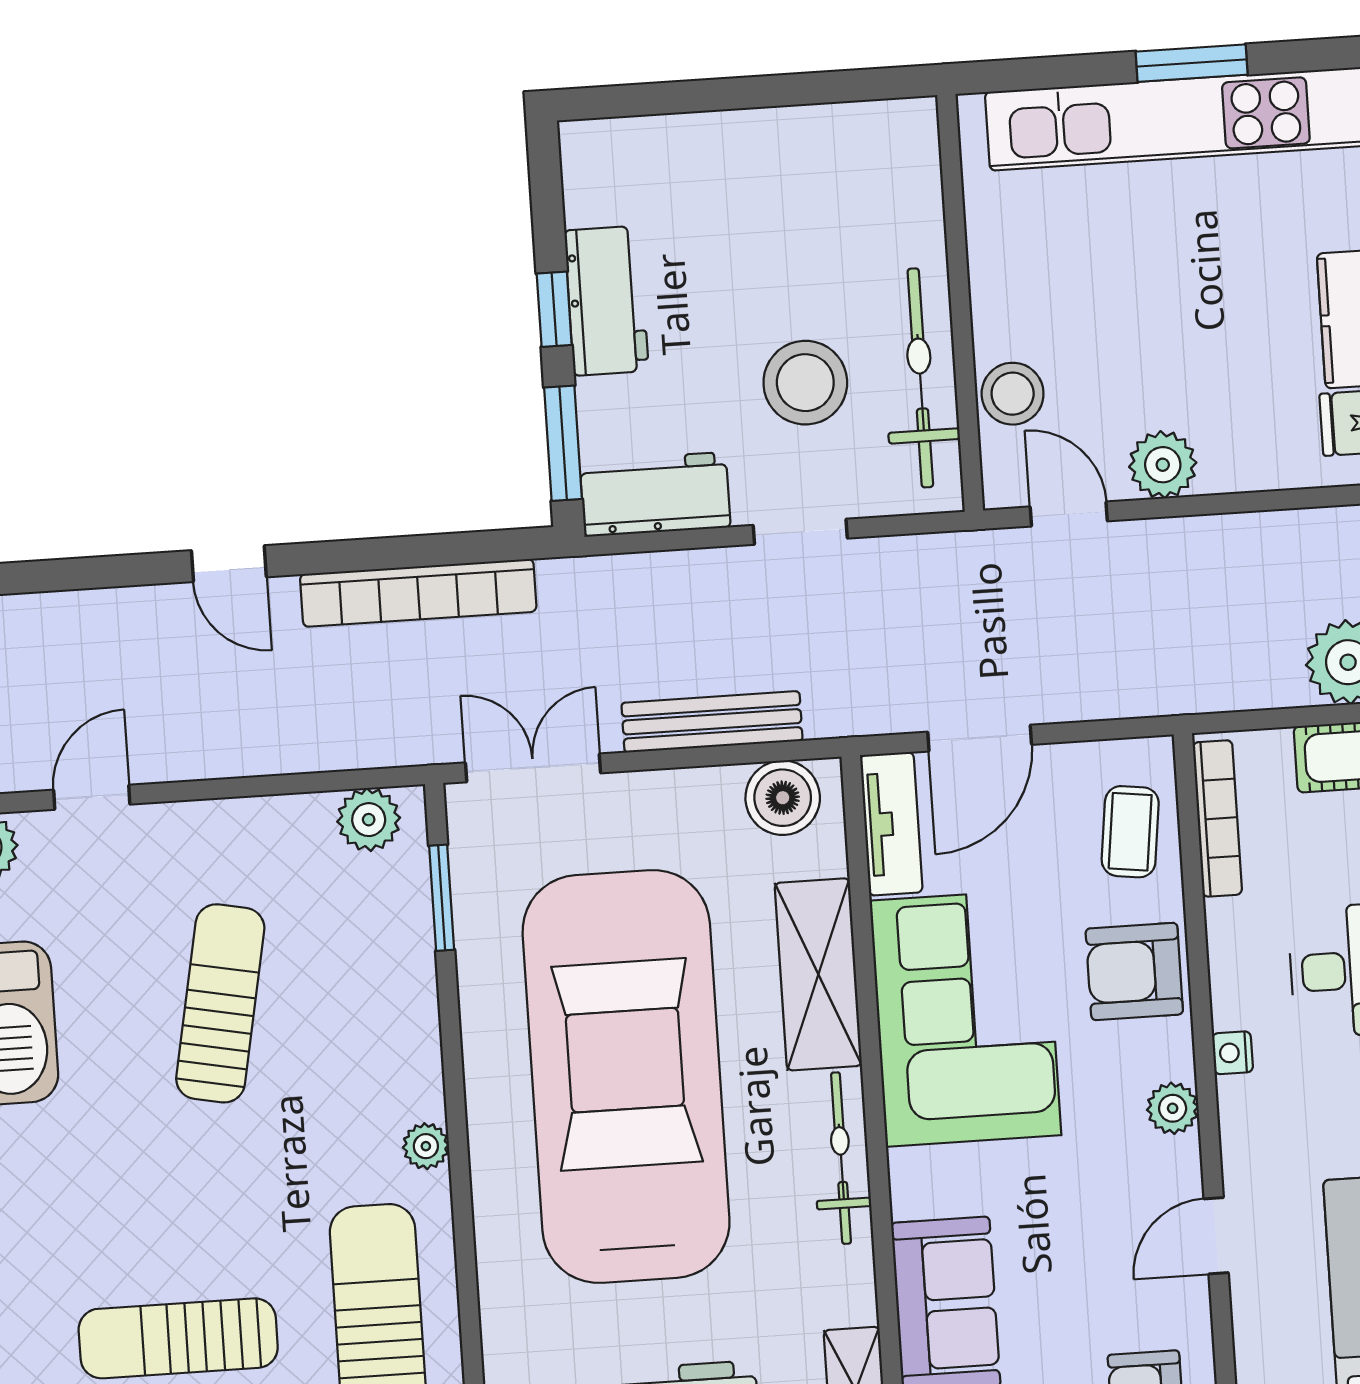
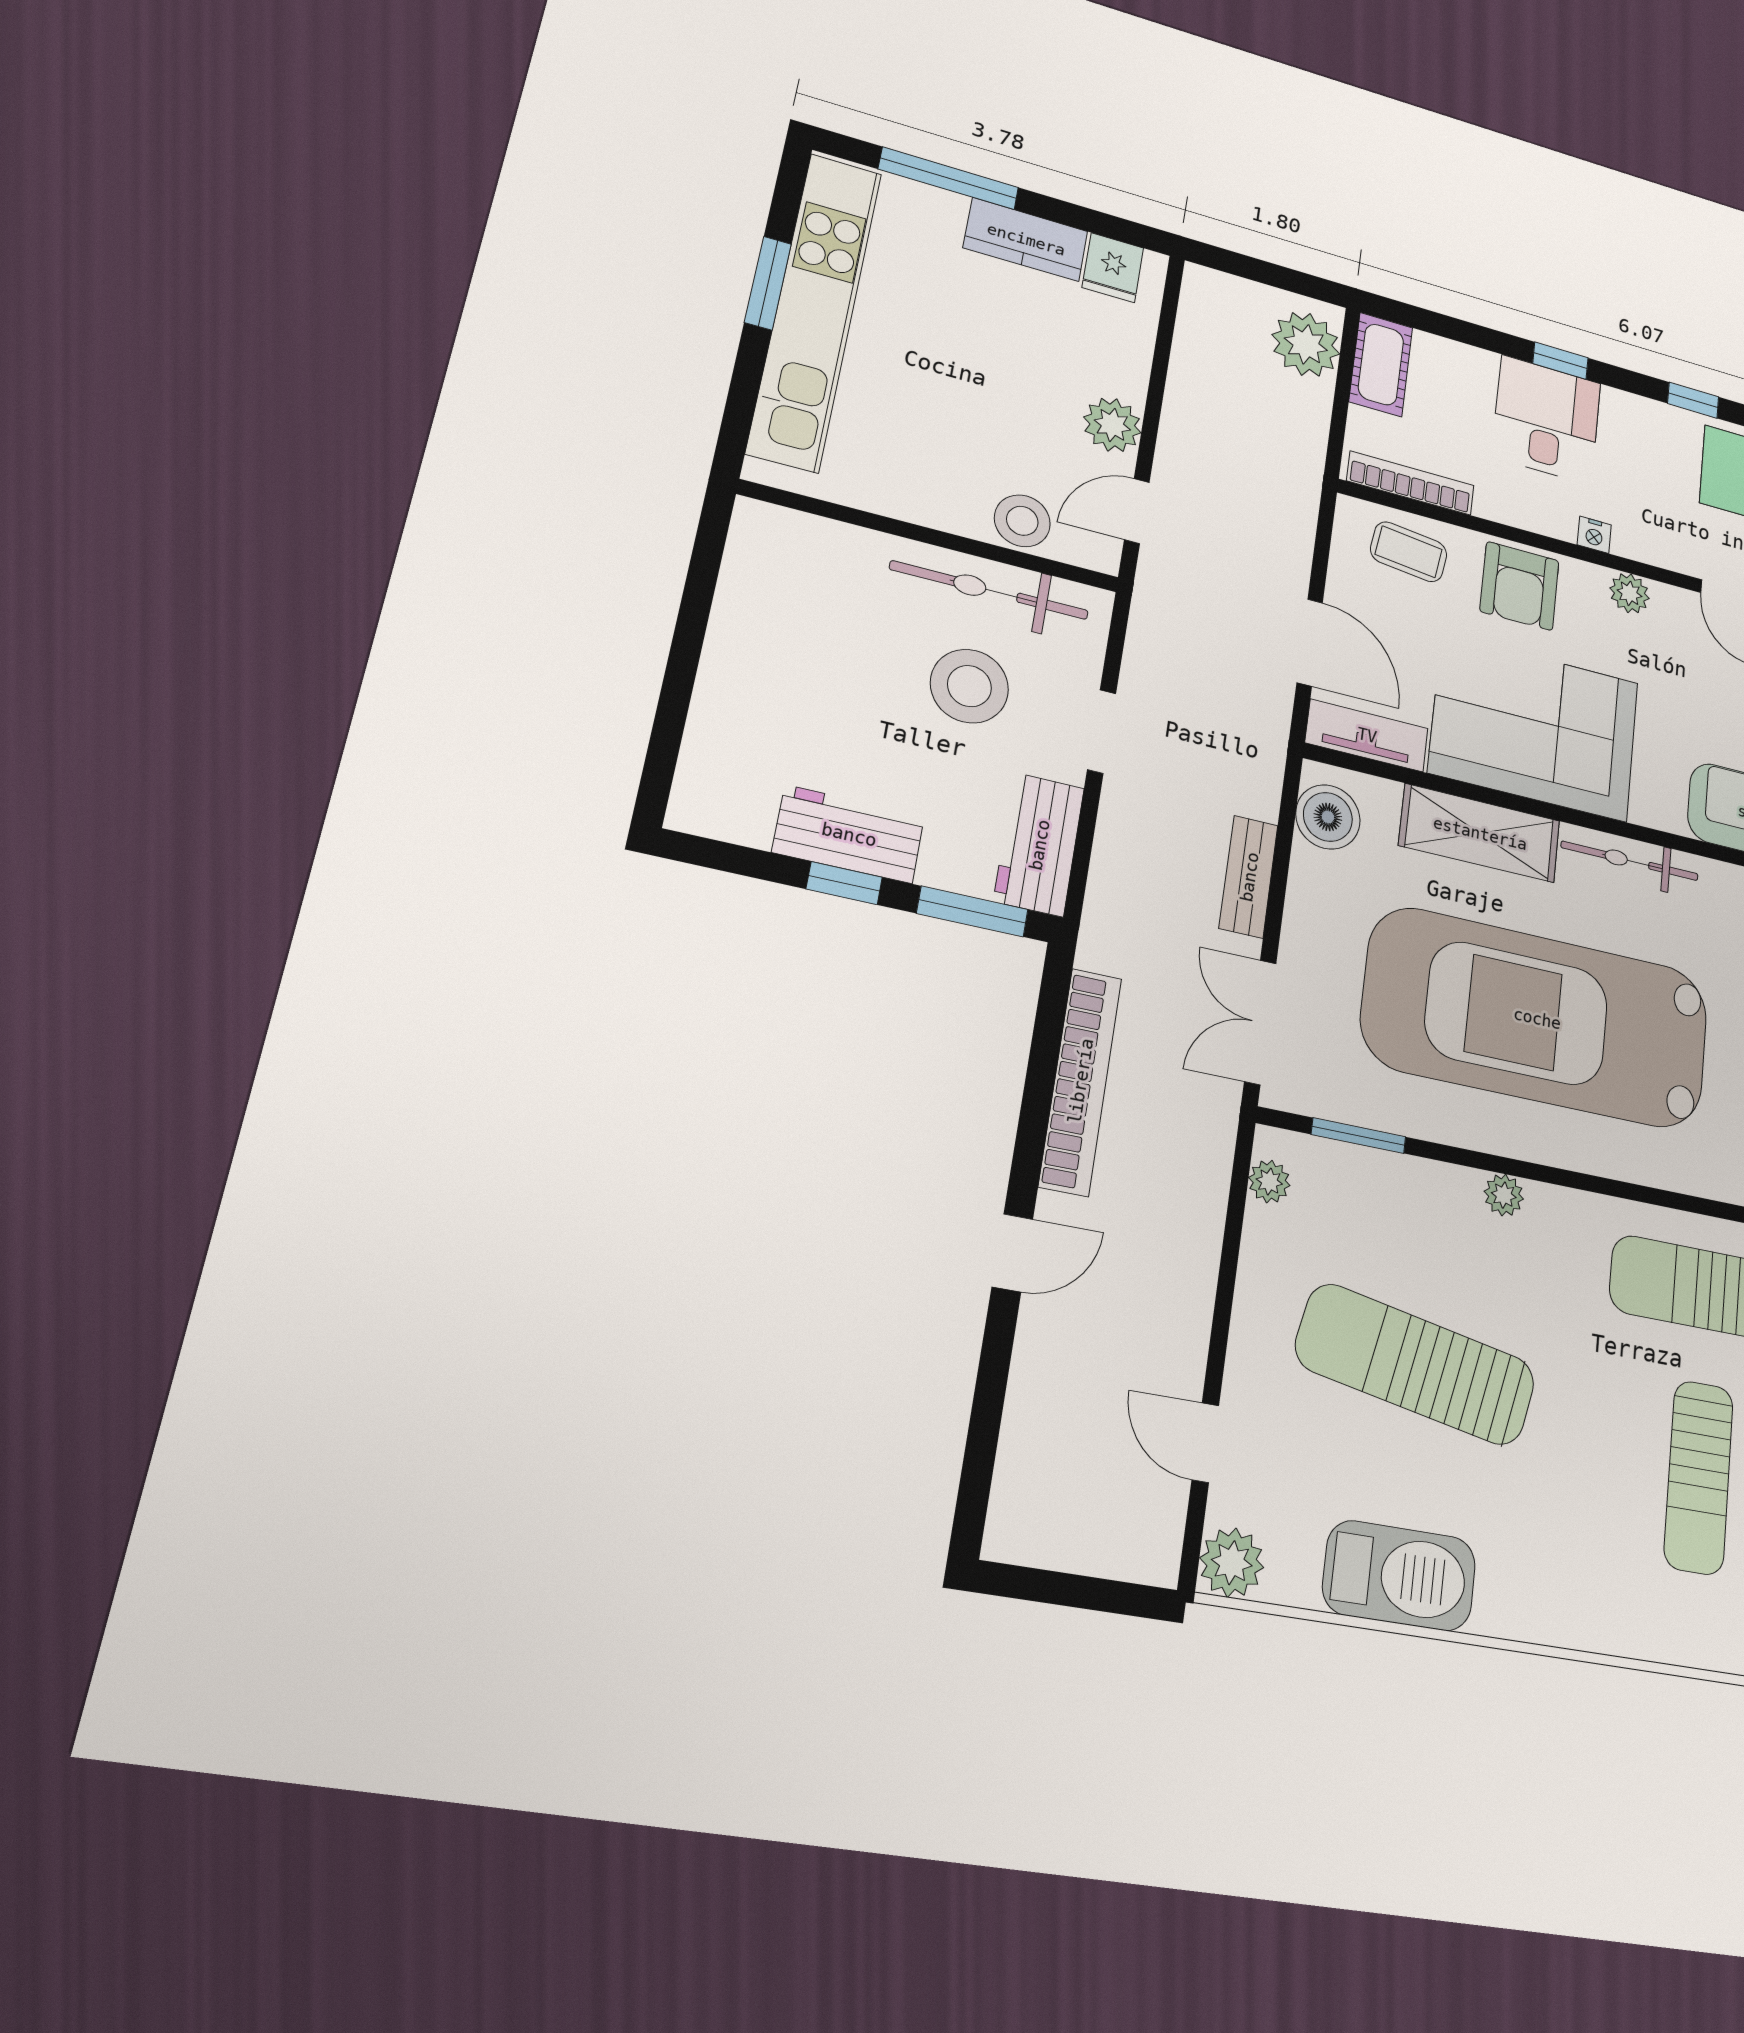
bench: (712, 722) -> (1249, 877), width x0.73
plant: (369, 820) -> (1269, 1182), width x0.73, depth x0.73
sun lounger: (220, 1003) -> (1416, 1365), width x1.36, depth x1.34
plant: (426, 1146) -> (1504, 1195), moved

